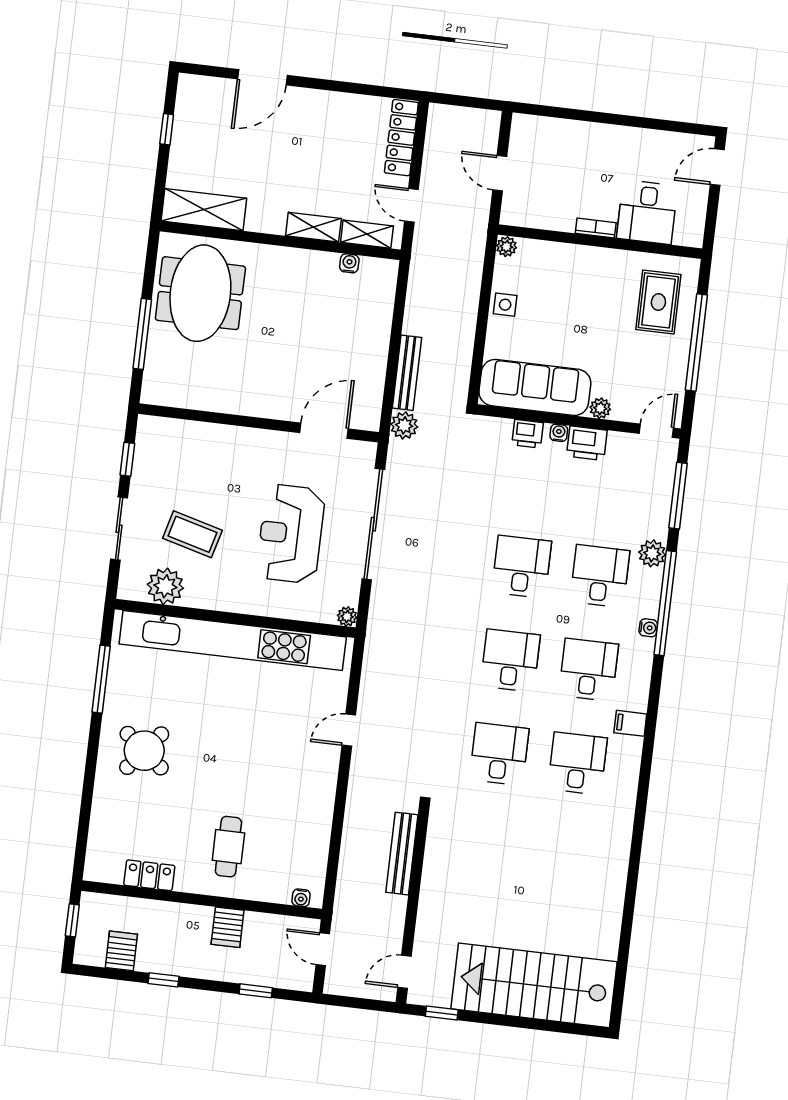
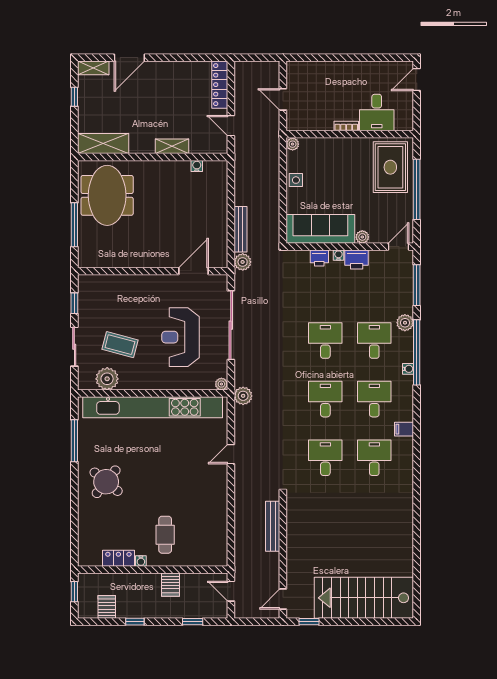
shelving: (367, 234) -> (93, 68), moved
rug: (658, 302) -> (390, 167), width x1.36, depth x1.43
plant: (380, 639) -> (243, 396), added
water cooler: (301, 898) -> (141, 561), moved

